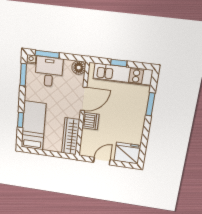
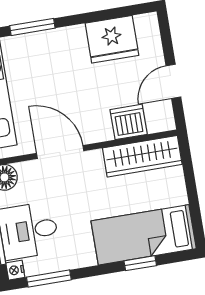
dishwasher: (90, 121) -> (129, 122), moved
fridge: (127, 153) -> (112, 39), moved, turned -90
door: (102, 161) -> (173, 81), hinge flipped

